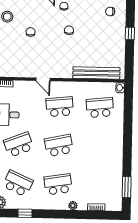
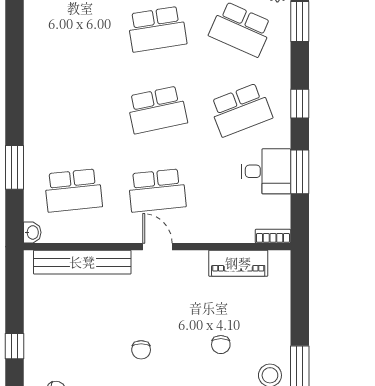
piano: (21, 71) -> (238, 263), added
door: (43, 79) -> (157, 247), moved
window: (127, 187) -> (14, 167), moved

